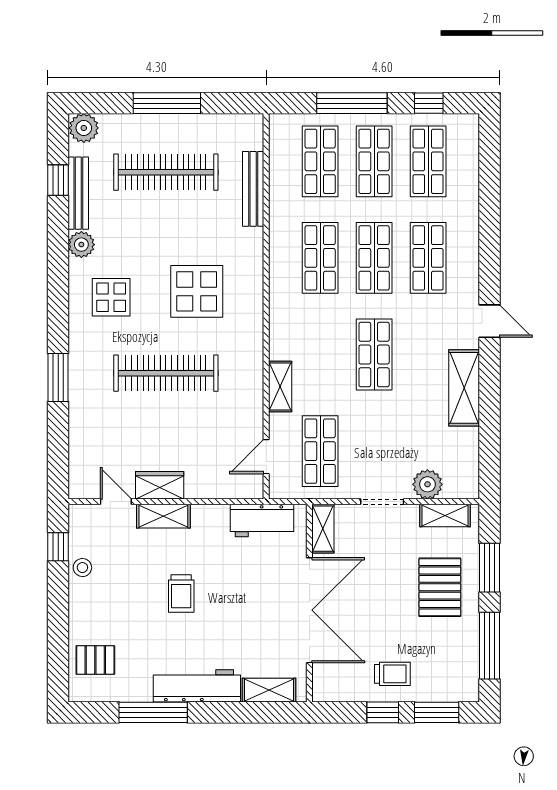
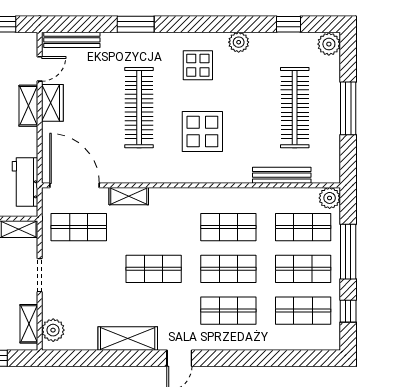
plant: (283, 127) -> (330, 198), added
bench: (78, 193) -> (72, 40), moved
door: (266, 457) -> (74, 185), width x1.88
plant: (427, 484) -> (53, 330), moved

